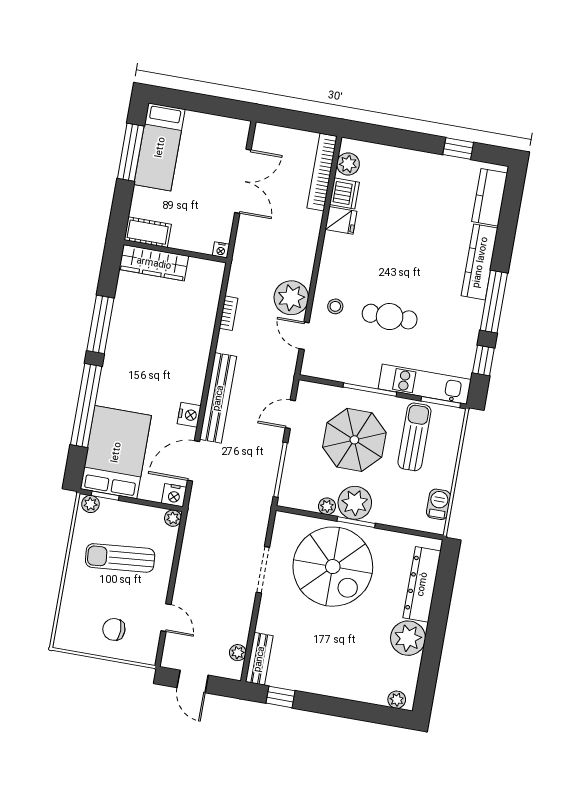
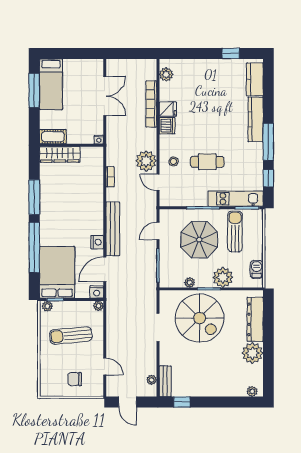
bookcase: (322, 172) -> (151, 104), moved
dishwasher: (344, 193) -> (167, 126), moved
plant: (355, 503) -> (223, 277), moved

